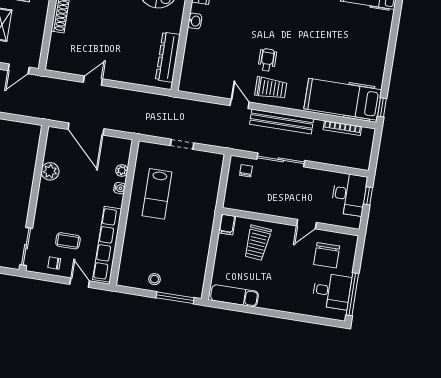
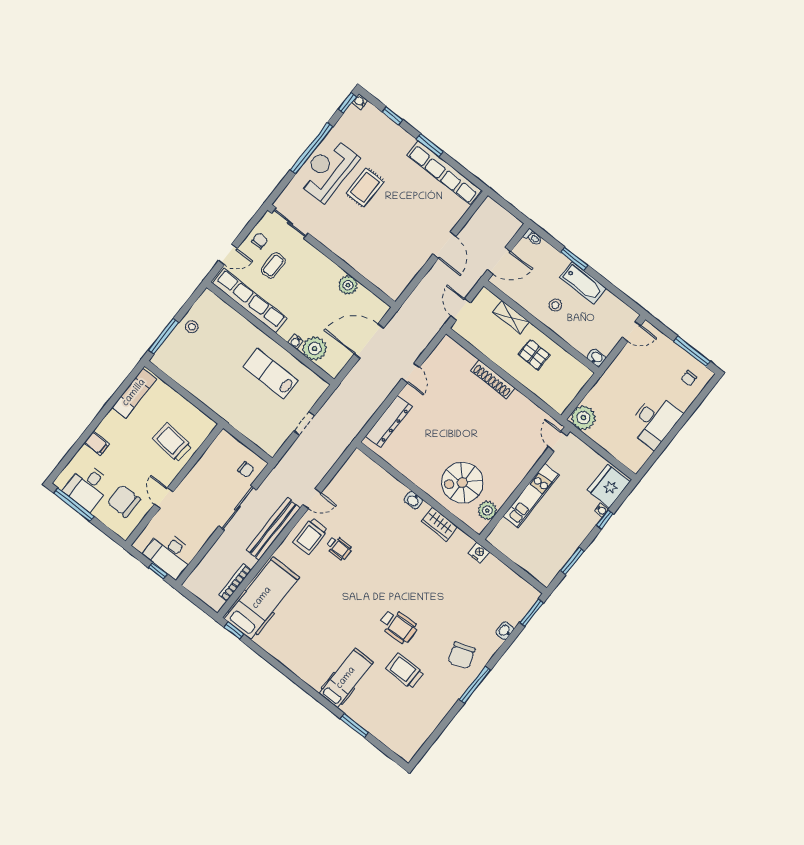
dresser: (168, 57) -> (389, 421), moved, turned 90
plant: (122, 170) -> (315, 349), width x1.88, depth x1.88
filing cabinet: (227, 225) -> (97, 443), moved, turned 180

